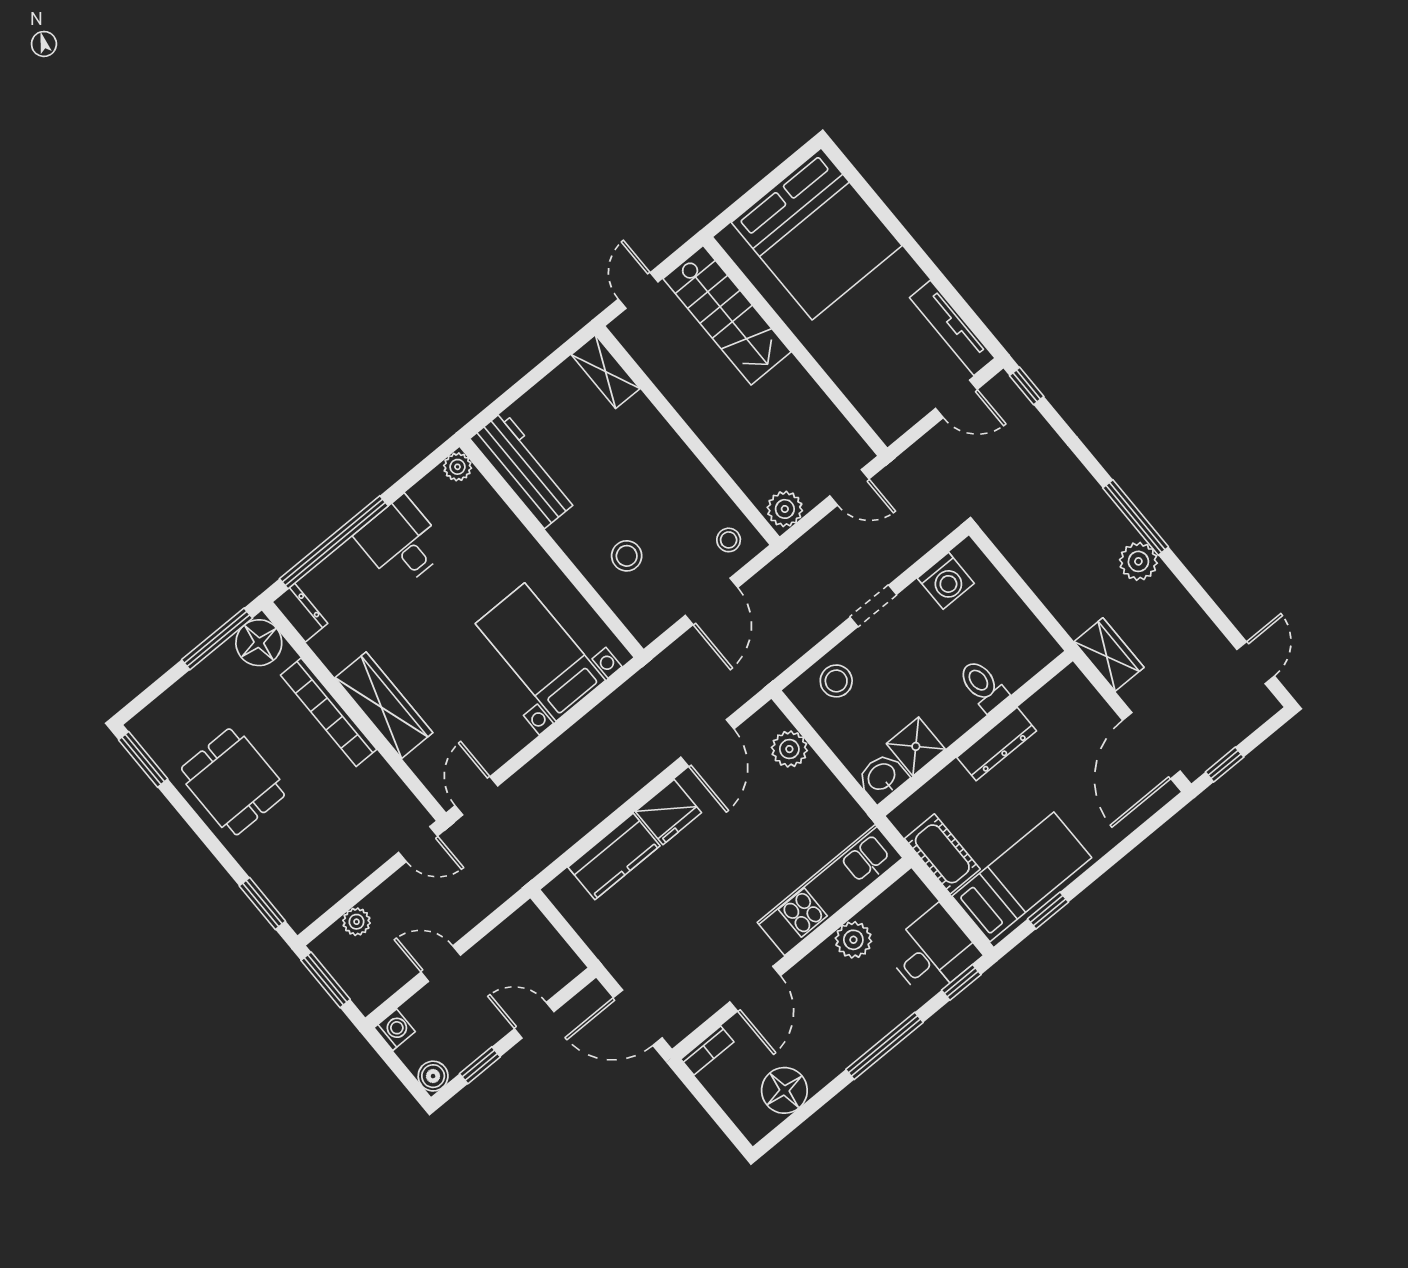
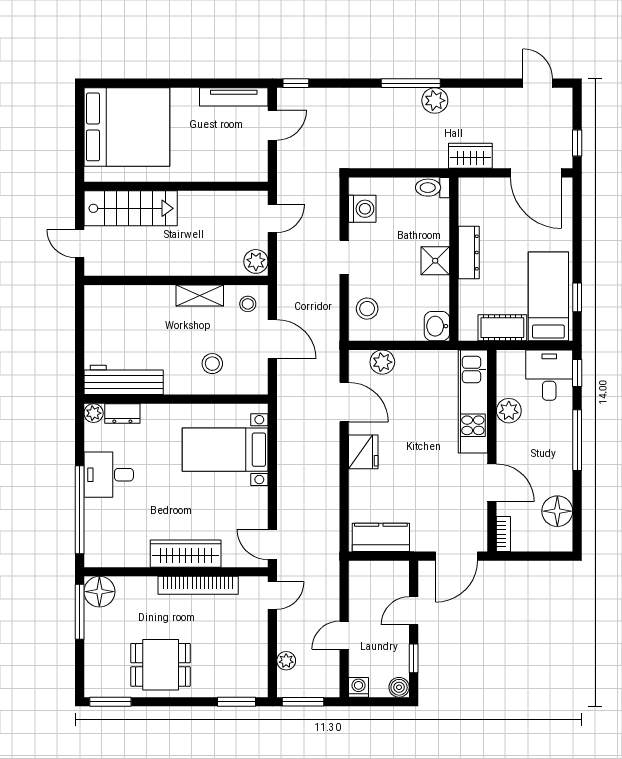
shelving: (606, 372) -> (200, 295), moved
dresser: (300, 613) -> (122, 414), moved, turned 180
toilet: (983, 686) -> (432, 188), moved
bookcase: (329, 712) -> (198, 585), moved
shower: (916, 746) -> (435, 261), moved
kitchen counter: (614, 856) -> (381, 537), moved, turned -90

